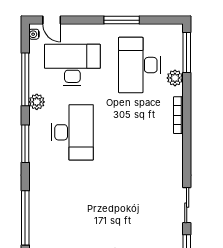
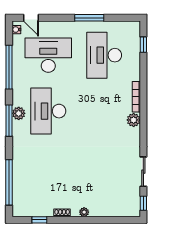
window: (187, 53) -> (143, 45), width x0.46
plant: (175, 78) -> (134, 120), moved
plant: (37, 102) -> (19, 113), moved
desk: (72, 132) -> (48, 111), turned 180

